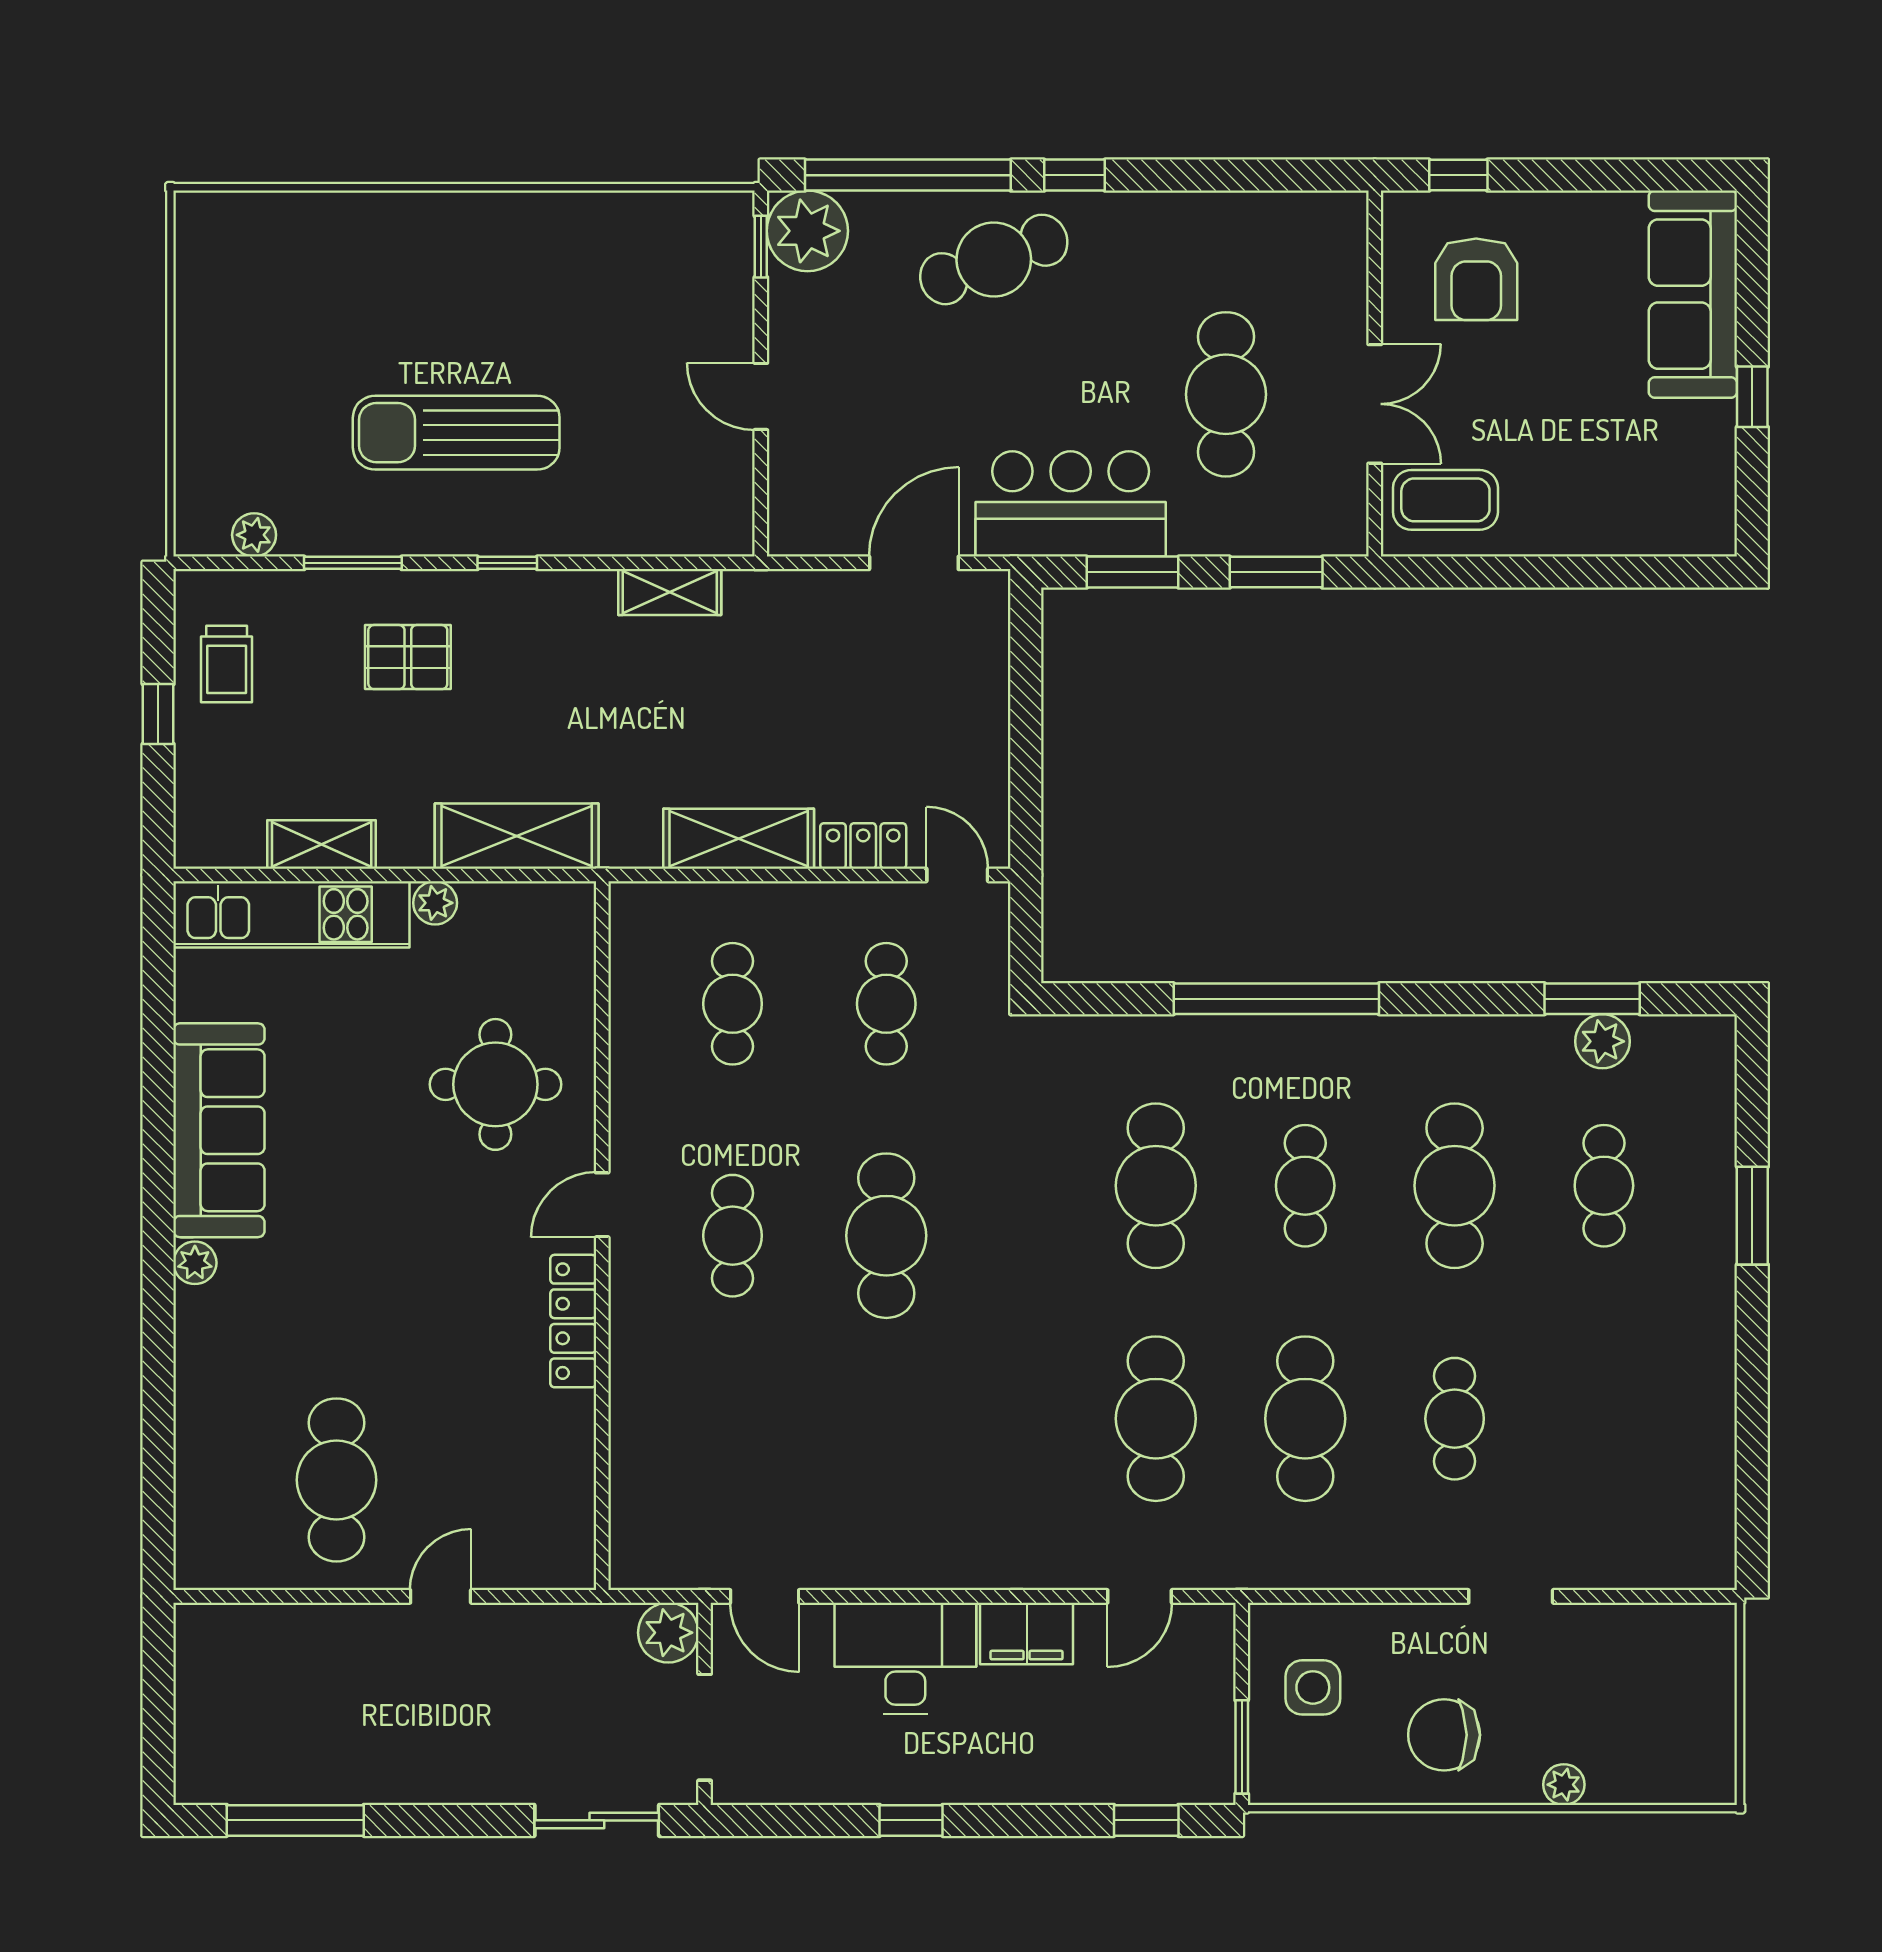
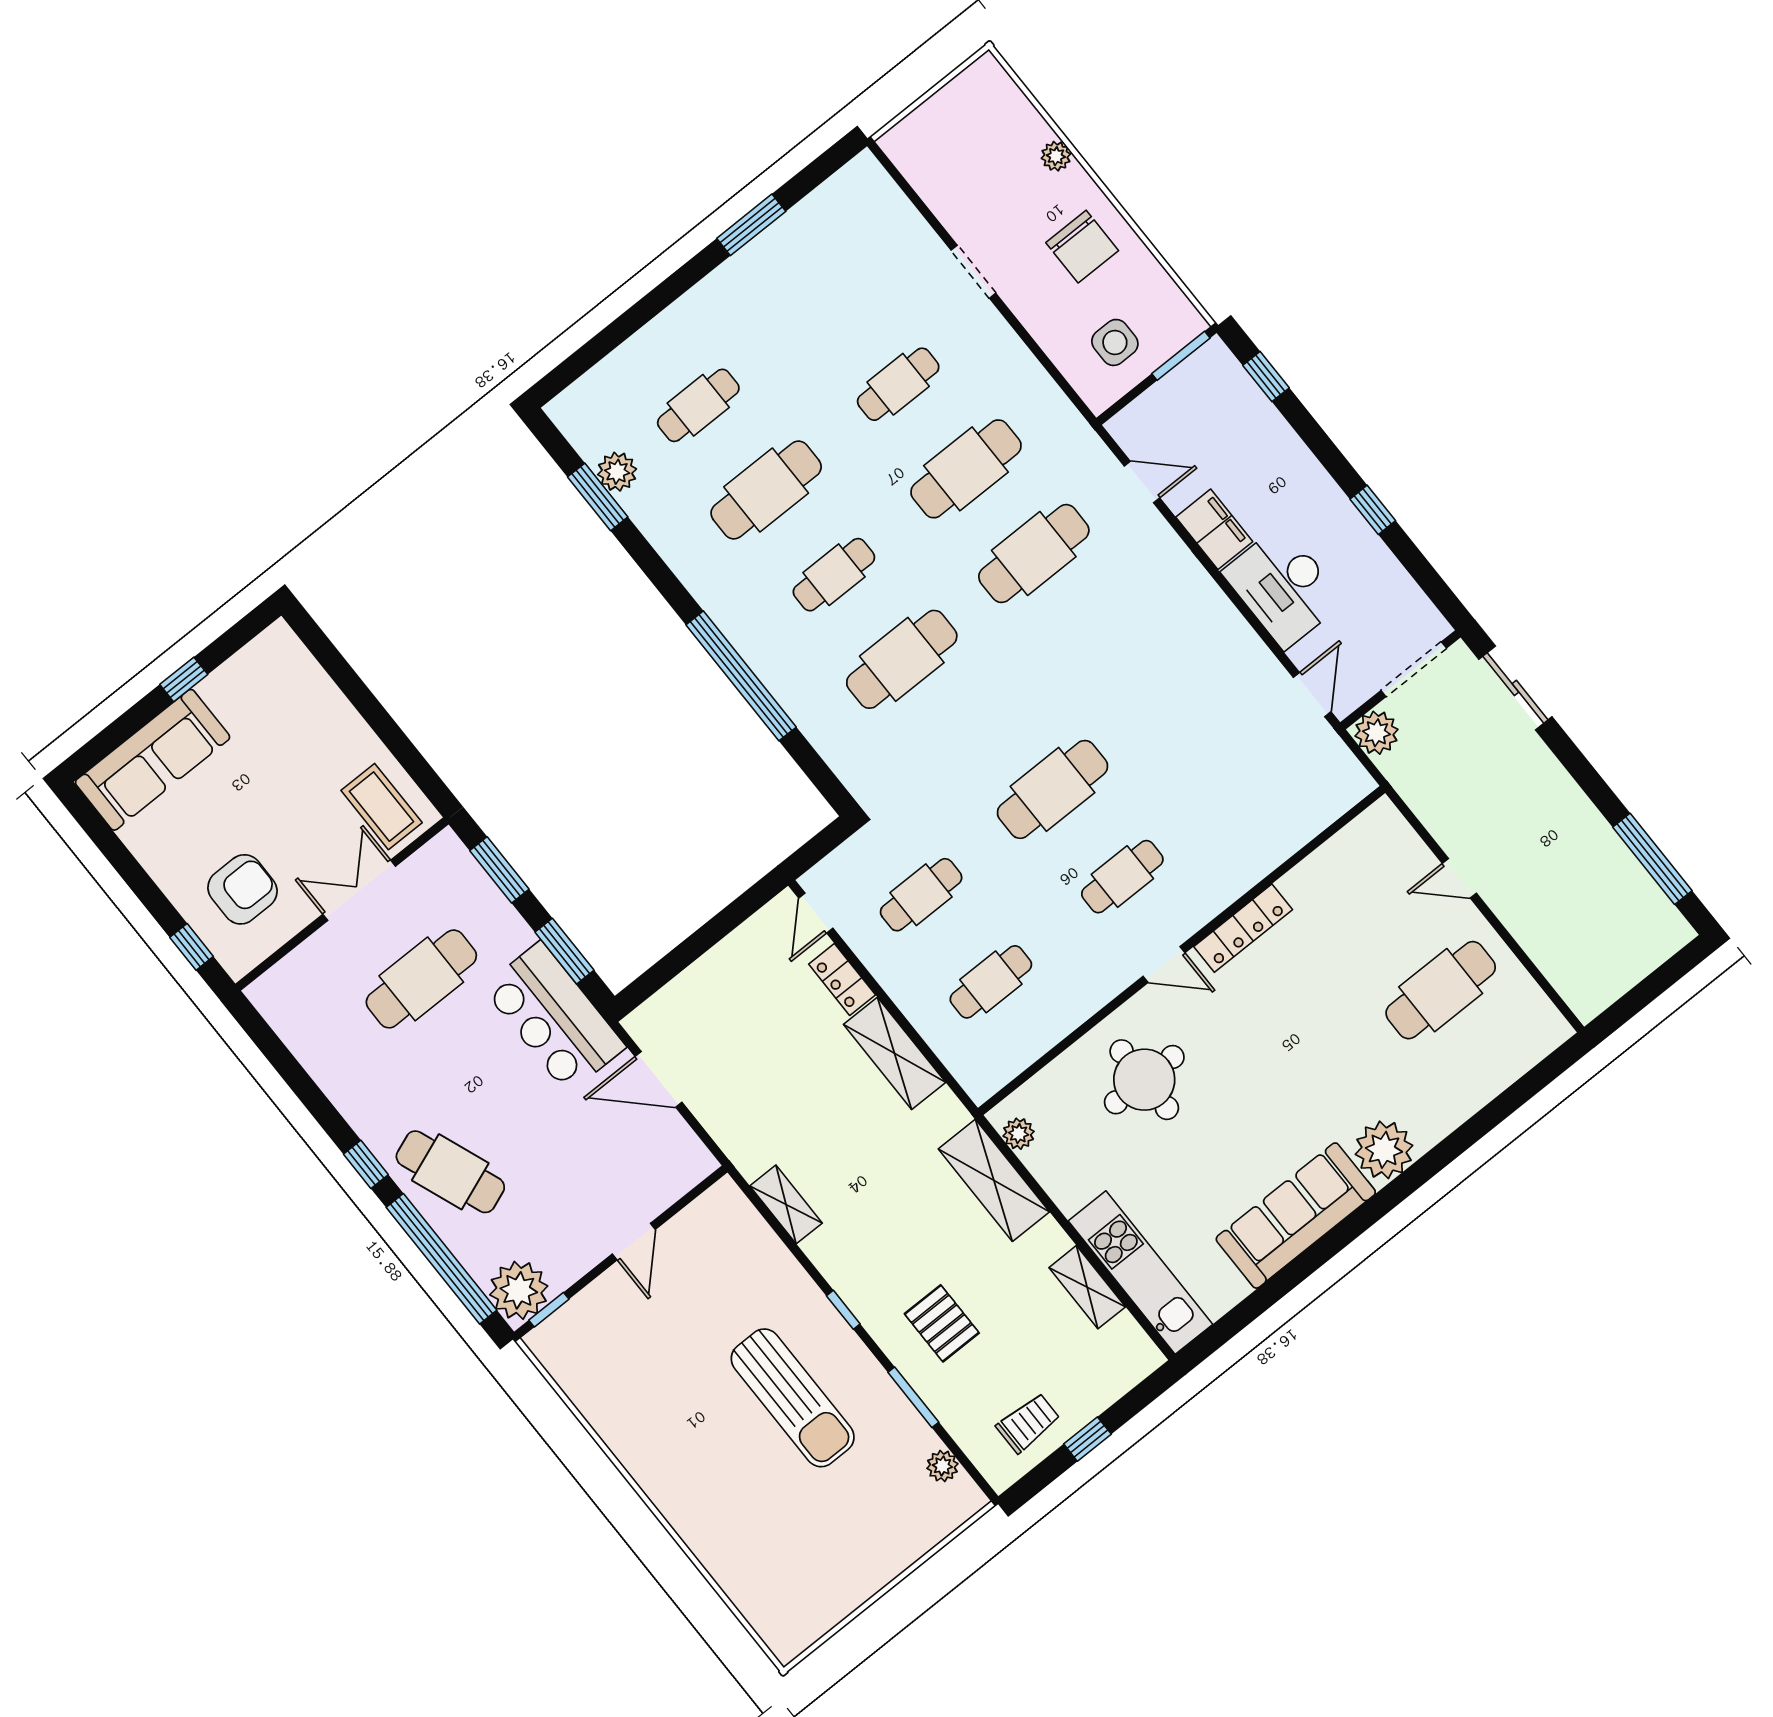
plant: (435, 903) -> (1019, 1134), moved
window: (1752, 1216) -> (751, 225), moved
plant: (195, 1263) -> (1384, 1150), width x1.88, depth x1.88

